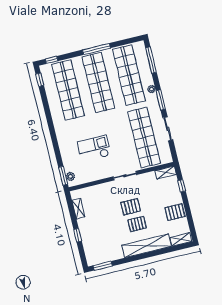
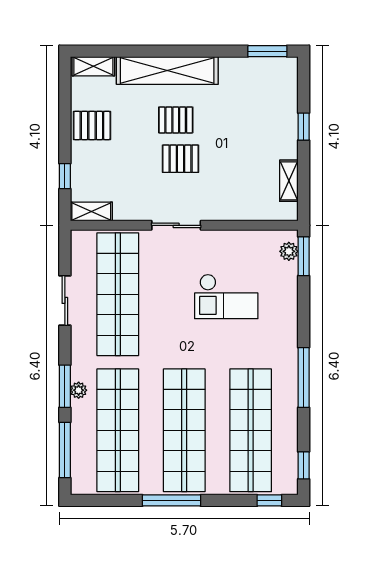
window: (161, 100) -> (65, 386), moved
window: (50, 120) -> (304, 377), added

